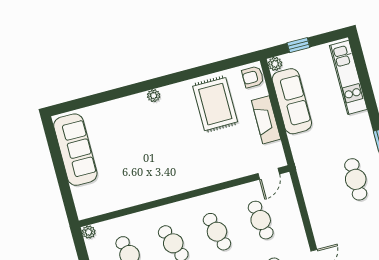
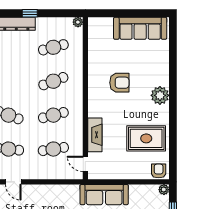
plant: (154, 96) -> (160, 95), width x1.87, depth x1.87
sofa: (292, 101) -> (104, 195), moved
fireplace: (266, 120) -> (95, 135), moved, turned 90
armchair: (152, 158) -> (119, 83), added

